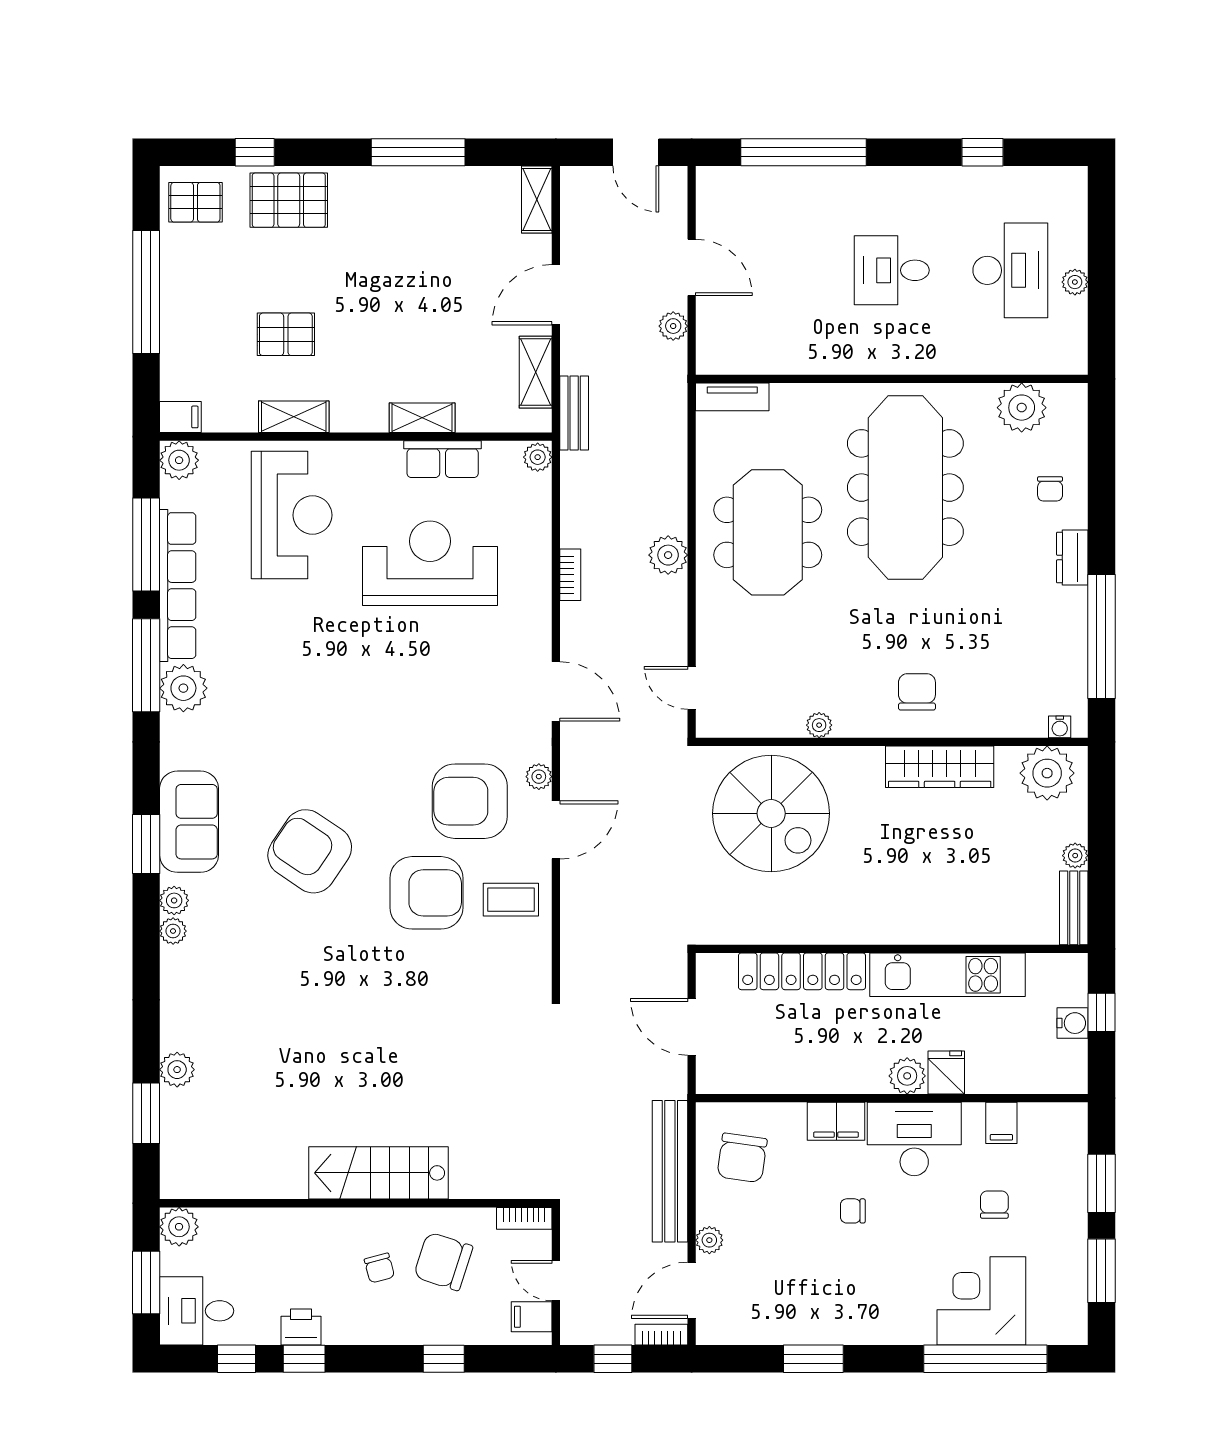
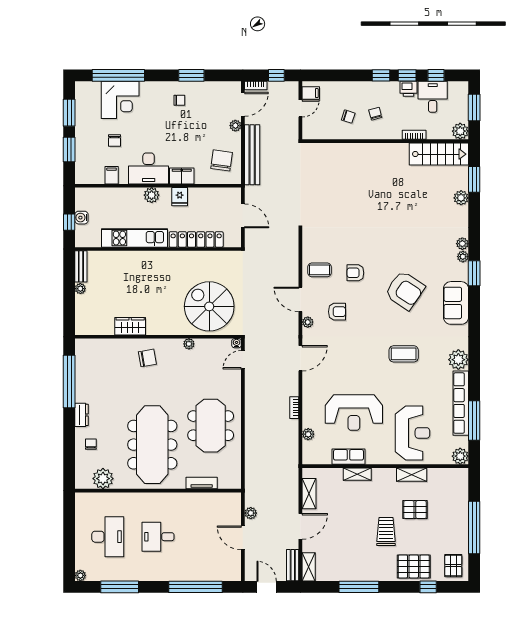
window: (982, 152) -> (120, 587), width x2.17
pallet: (195, 202) -> (453, 566), turned 90
desk: (892, 270) -> (158, 537), turned 180
desk: (1010, 270) -> (108, 537), turned 180
plant: (1075, 282) -> (80, 575), moved
trolley: (354, 283) -> (386, 531), added
tv unit: (732, 397) -> (202, 483), moved
bench: (574, 413) -> (293, 565), moved
filing cabinet: (180, 417) -> (460, 475), removed
plant: (538, 457) -> (308, 434), moved
reception desk: (292, 515) -> (413, 433), turned 180
plant: (668, 555) -> (253, 416), removed
window: (146, 665) -> (474, 369), removed
door: (692, 688) -> (243, 360), swing flipped
door: (556, 691) -> (300, 358), swing flipped
chair: (917, 692) -> (147, 358), turned -100
coffee table: (313, 702) -> (404, 354), added
water cooler: (1060, 727) -> (237, 343), moved
wardrobe: (940, 767) -> (130, 326), width x0.67
plant: (1047, 773) -> (92, 324), removed
armchair: (470, 801) -> (337, 312), width x0.53, depth x0.53
door: (556, 830) -> (300, 299), hinge flipped
window: (146, 844) -> (474, 273), moved
armchair: (426, 893) -> (355, 273), width x0.53, depth x0.53
plant: (174, 900) -> (462, 244), moved
fridge: (946, 1072) -> (180, 197), moved
stairs: (379, 1173) -> (439, 154), moved
chair: (853, 1211) -> (179, 100), moved
bookcase: (524, 1218) -> (414, 135), moved
chair: (443, 1261) -> (348, 117), width x0.54, depth x0.54
door: (556, 1281) -> (300, 108), hinge flipped
desk: (197, 1311) -> (433, 97), moved, turned -90
window: (444, 1359) -> (381, 75), moved

